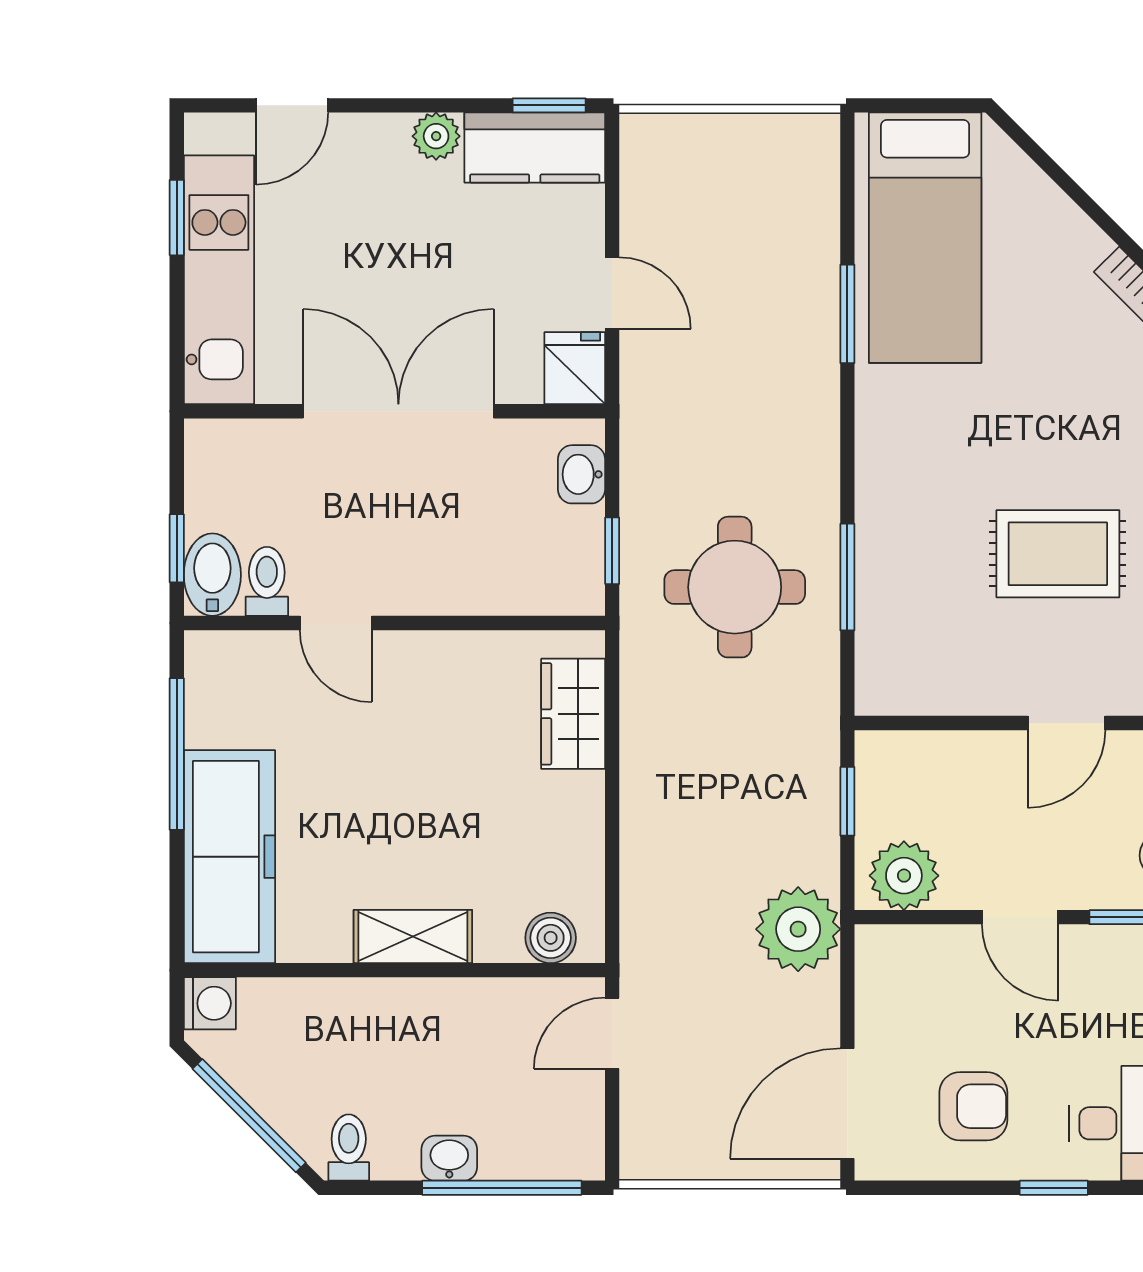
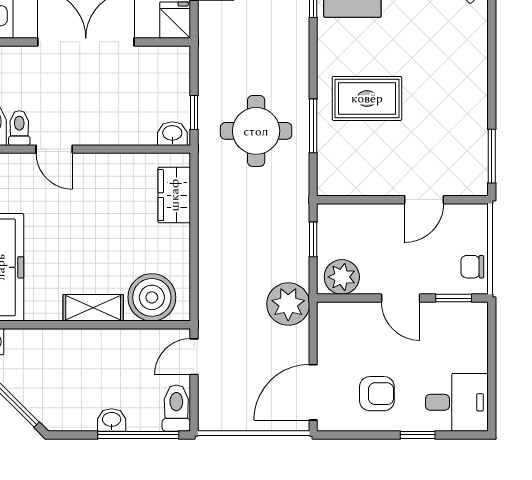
washbasin: (581, 474) -> (172, 134), moved, turned 90
rug: (1058, 554) -> (367, 98), moved
boiler: (551, 938) -> (152, 297), width x1.86, depth x1.86
toilet: (349, 1148) -> (176, 408), moved, width x1.37, depth x1.39

